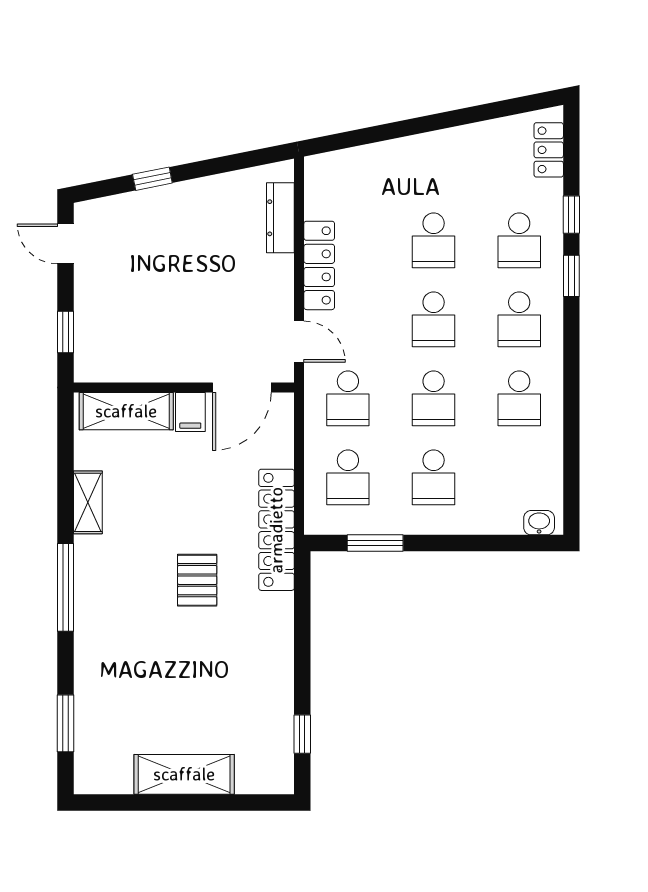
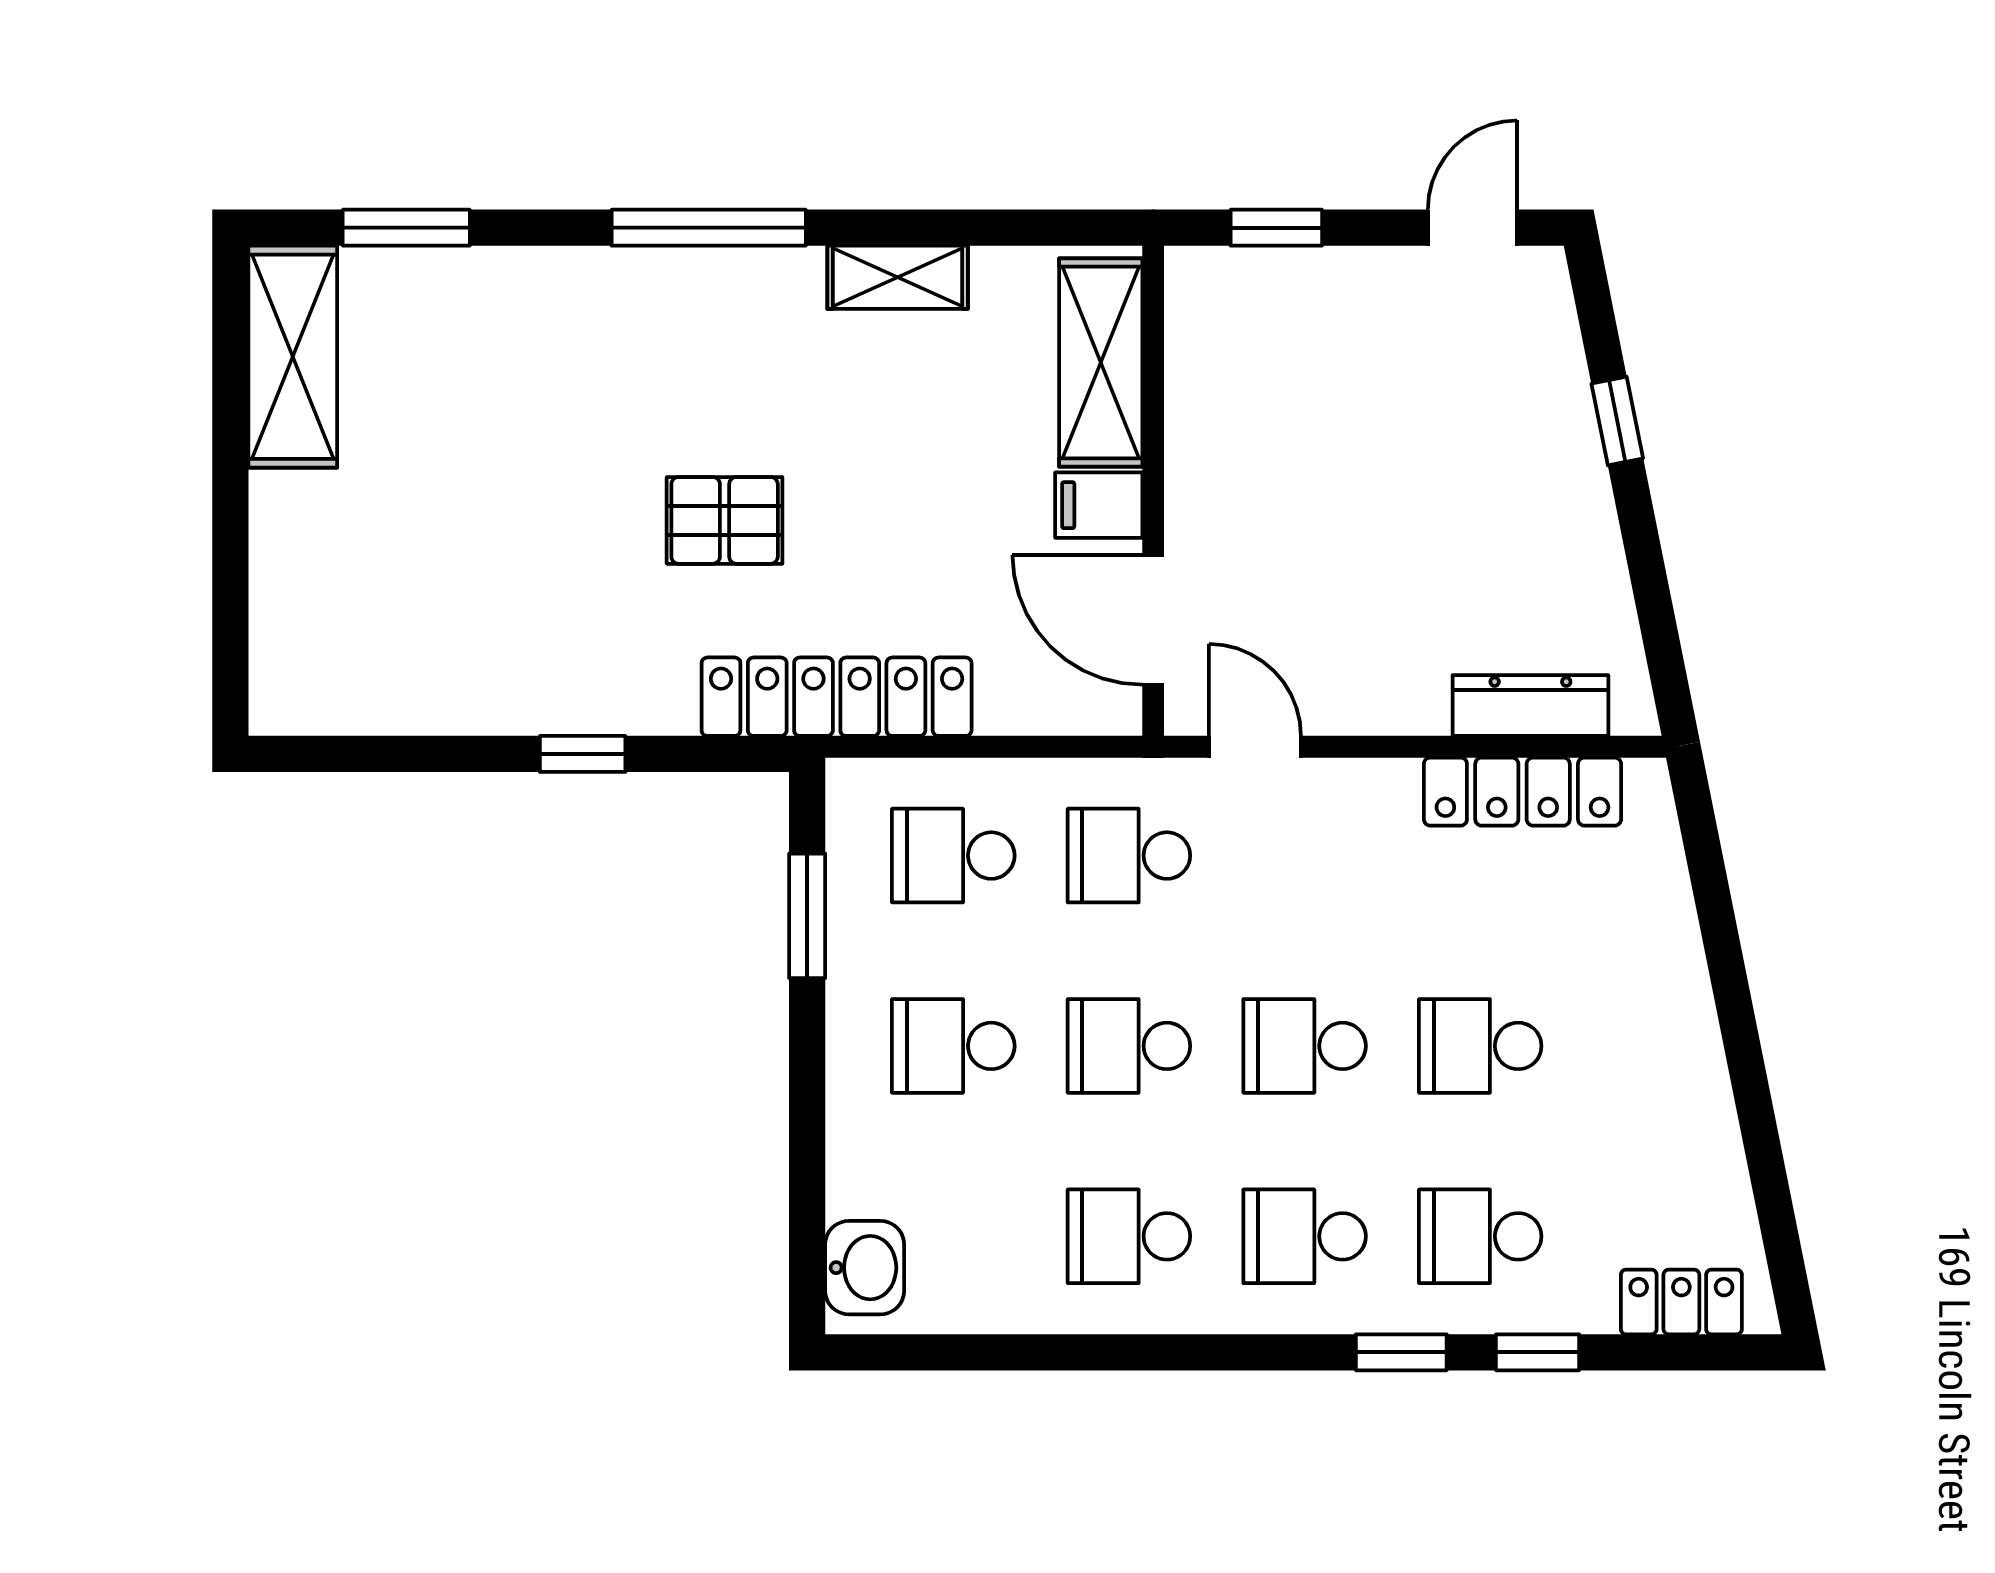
locker: (319, 265) -> (1522, 792), moved
door: (299, 342) -> (1255, 747), swing flipped
washbasin: (539, 523) -> (865, 1268), width x1.38, depth x1.45
window: (302, 734) -> (583, 754), moved
shelving: (184, 774) -> (293, 357), moved

